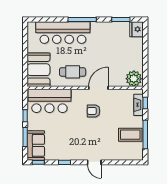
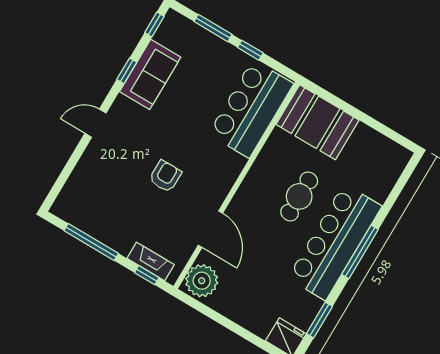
bar counter: (63, 33) -> (335, 242), moved
cafe table: (73, 72) -> (299, 196), moved
door: (98, 88) -> (210, 229), moved
armchair: (94, 111) -> (165, 176), moved
coffee table: (130, 135) -> (107, 216), removed
sofa: (36, 145) -> (150, 74), moved, turned -90

